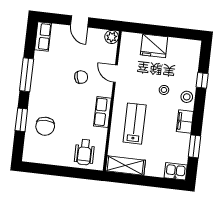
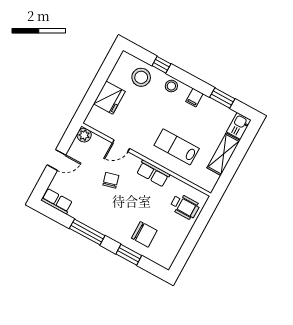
stool: (164, 90) -> (141, 77), moved, width x1.89, depth x1.89
filing cabinet: (185, 122) -> (194, 98), width x0.50
shelving: (125, 166) -> (224, 154), moved

